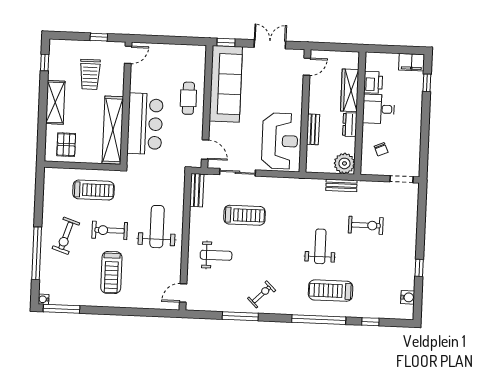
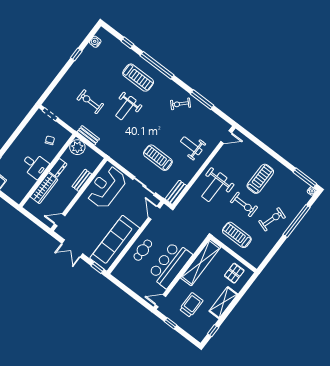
printer: (373, 82) -> (27, 183), removed
bar counter: (145, 124) -> (170, 265), moved

